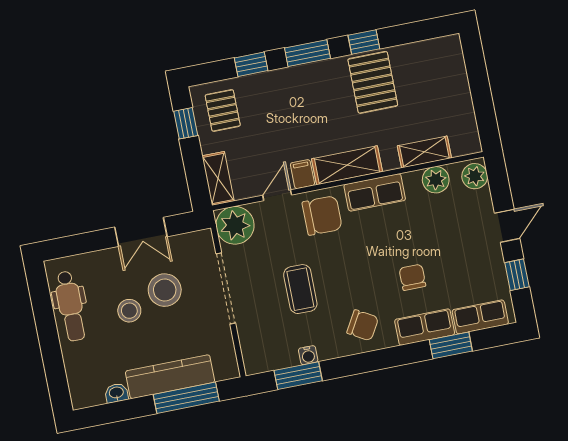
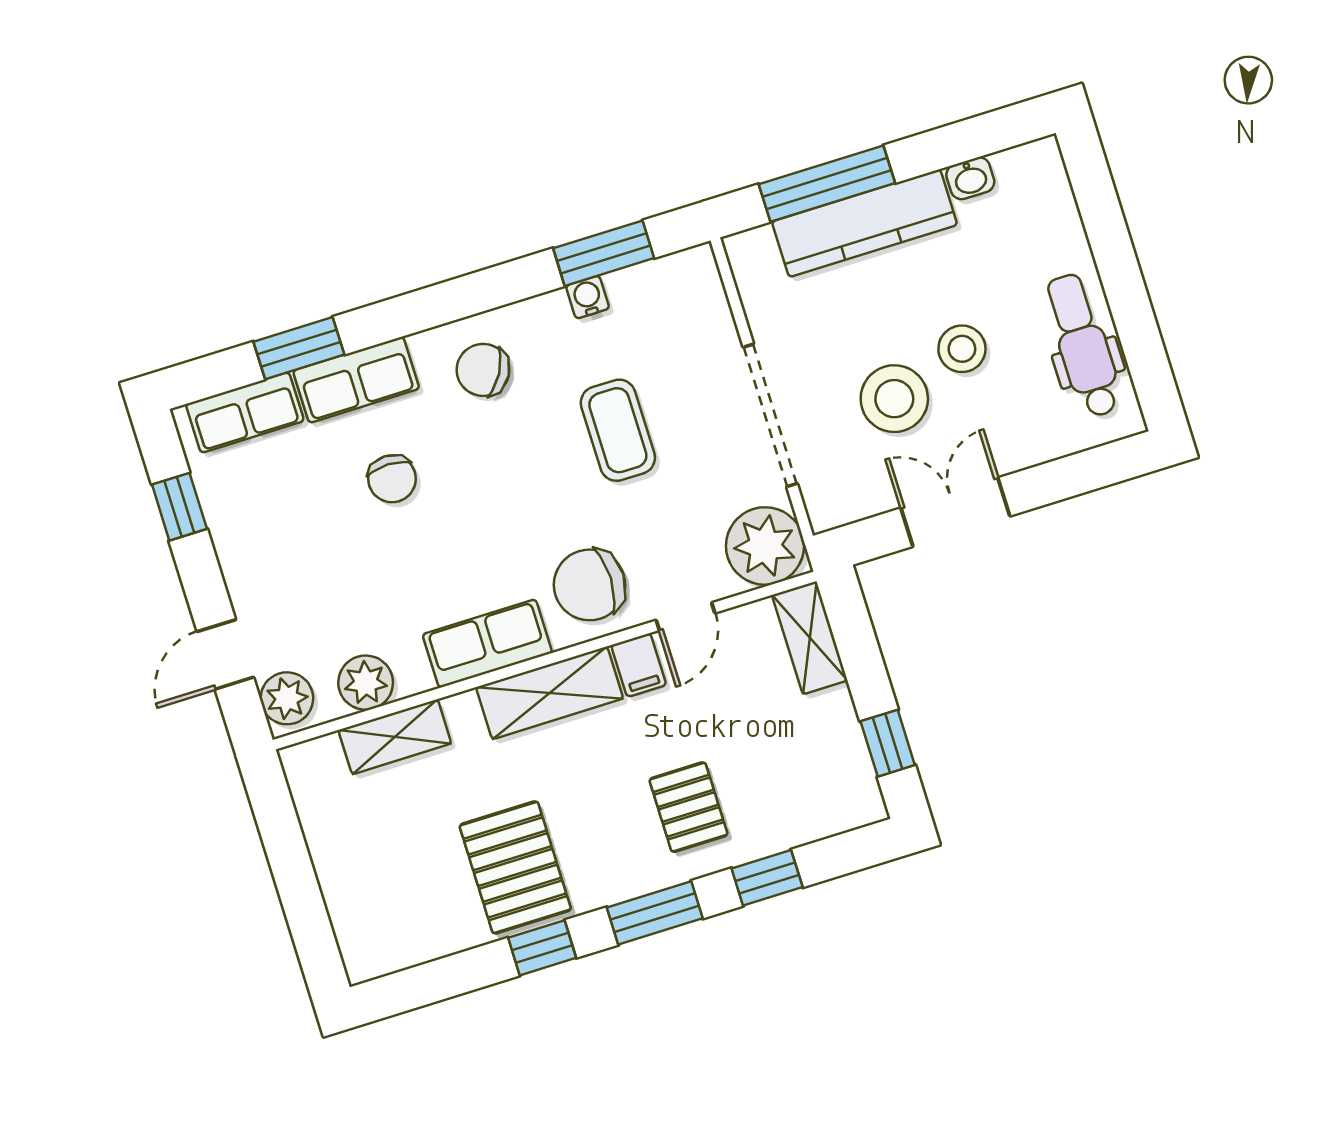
pallet: (223, 110) -> (688, 807), moved
door: (507, 226) -> (225, 654), moved

